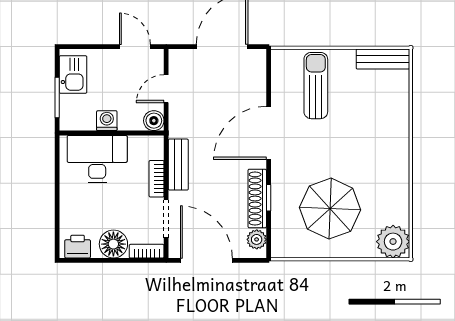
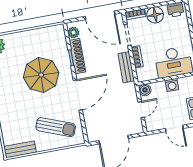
door: (135, 47) -> (174, 128), moved
sun lounger: (316, 86) -> (56, 127), turned -69
parasol: (330, 209) -> (41, 75), moved

